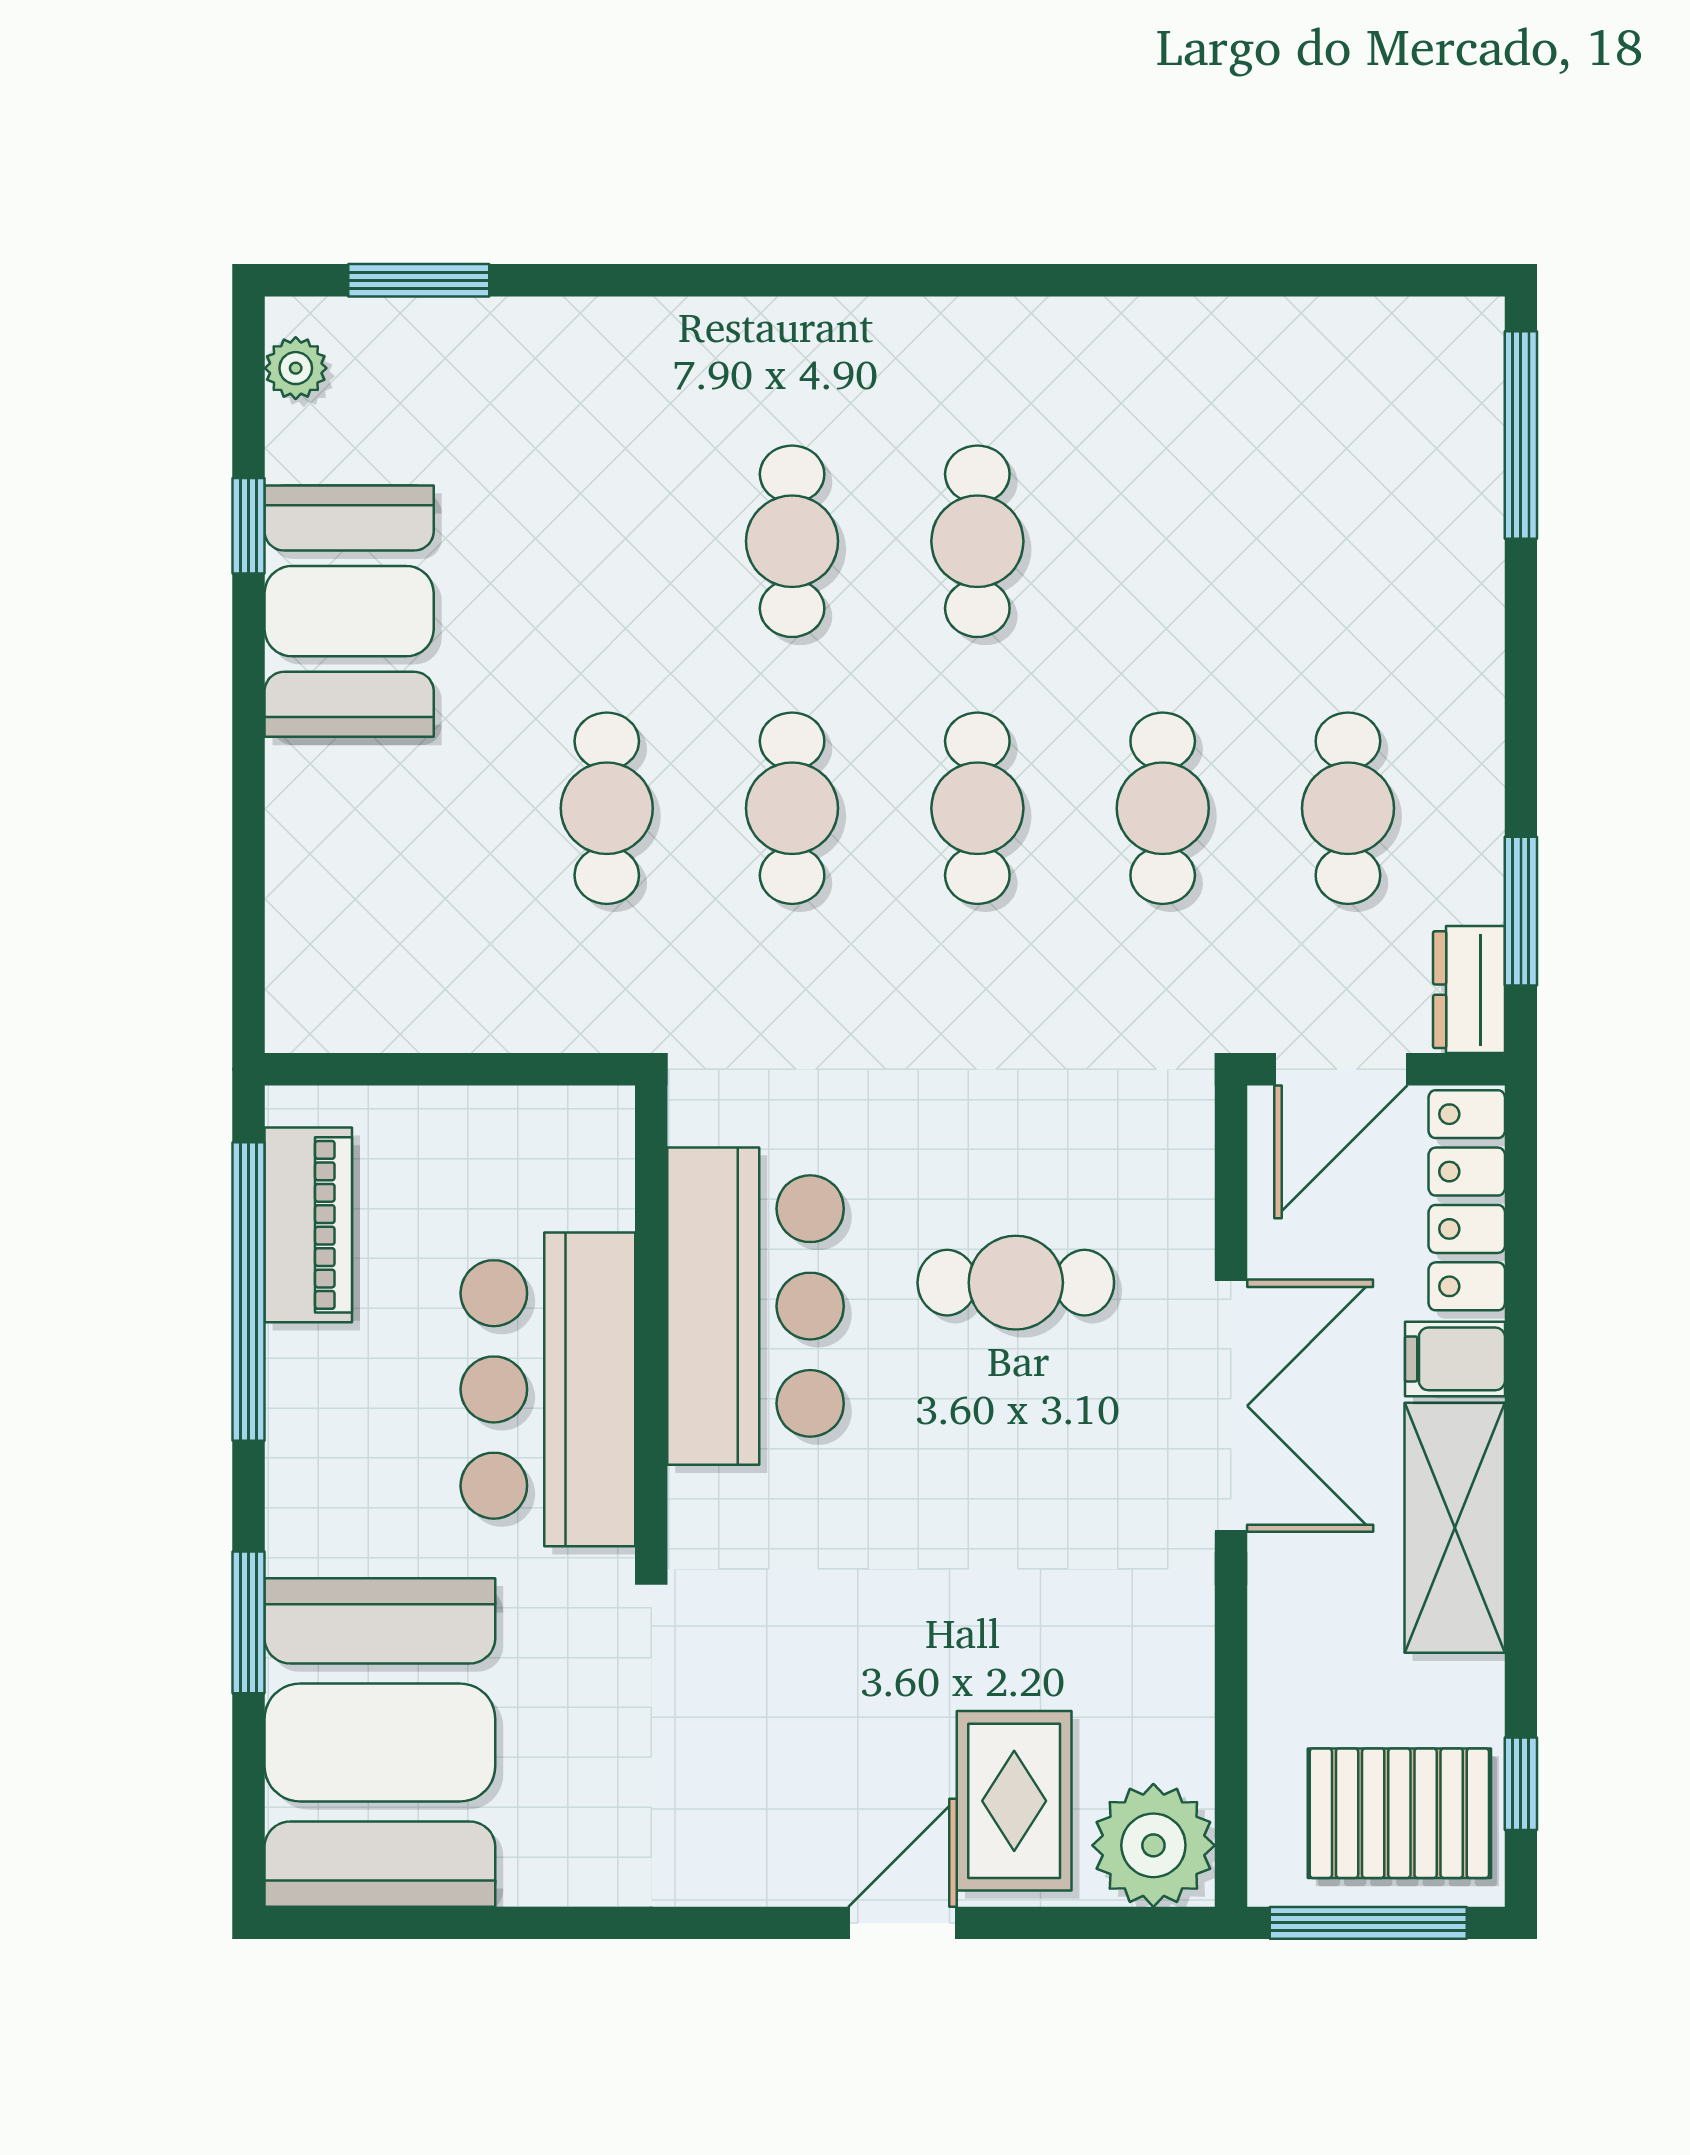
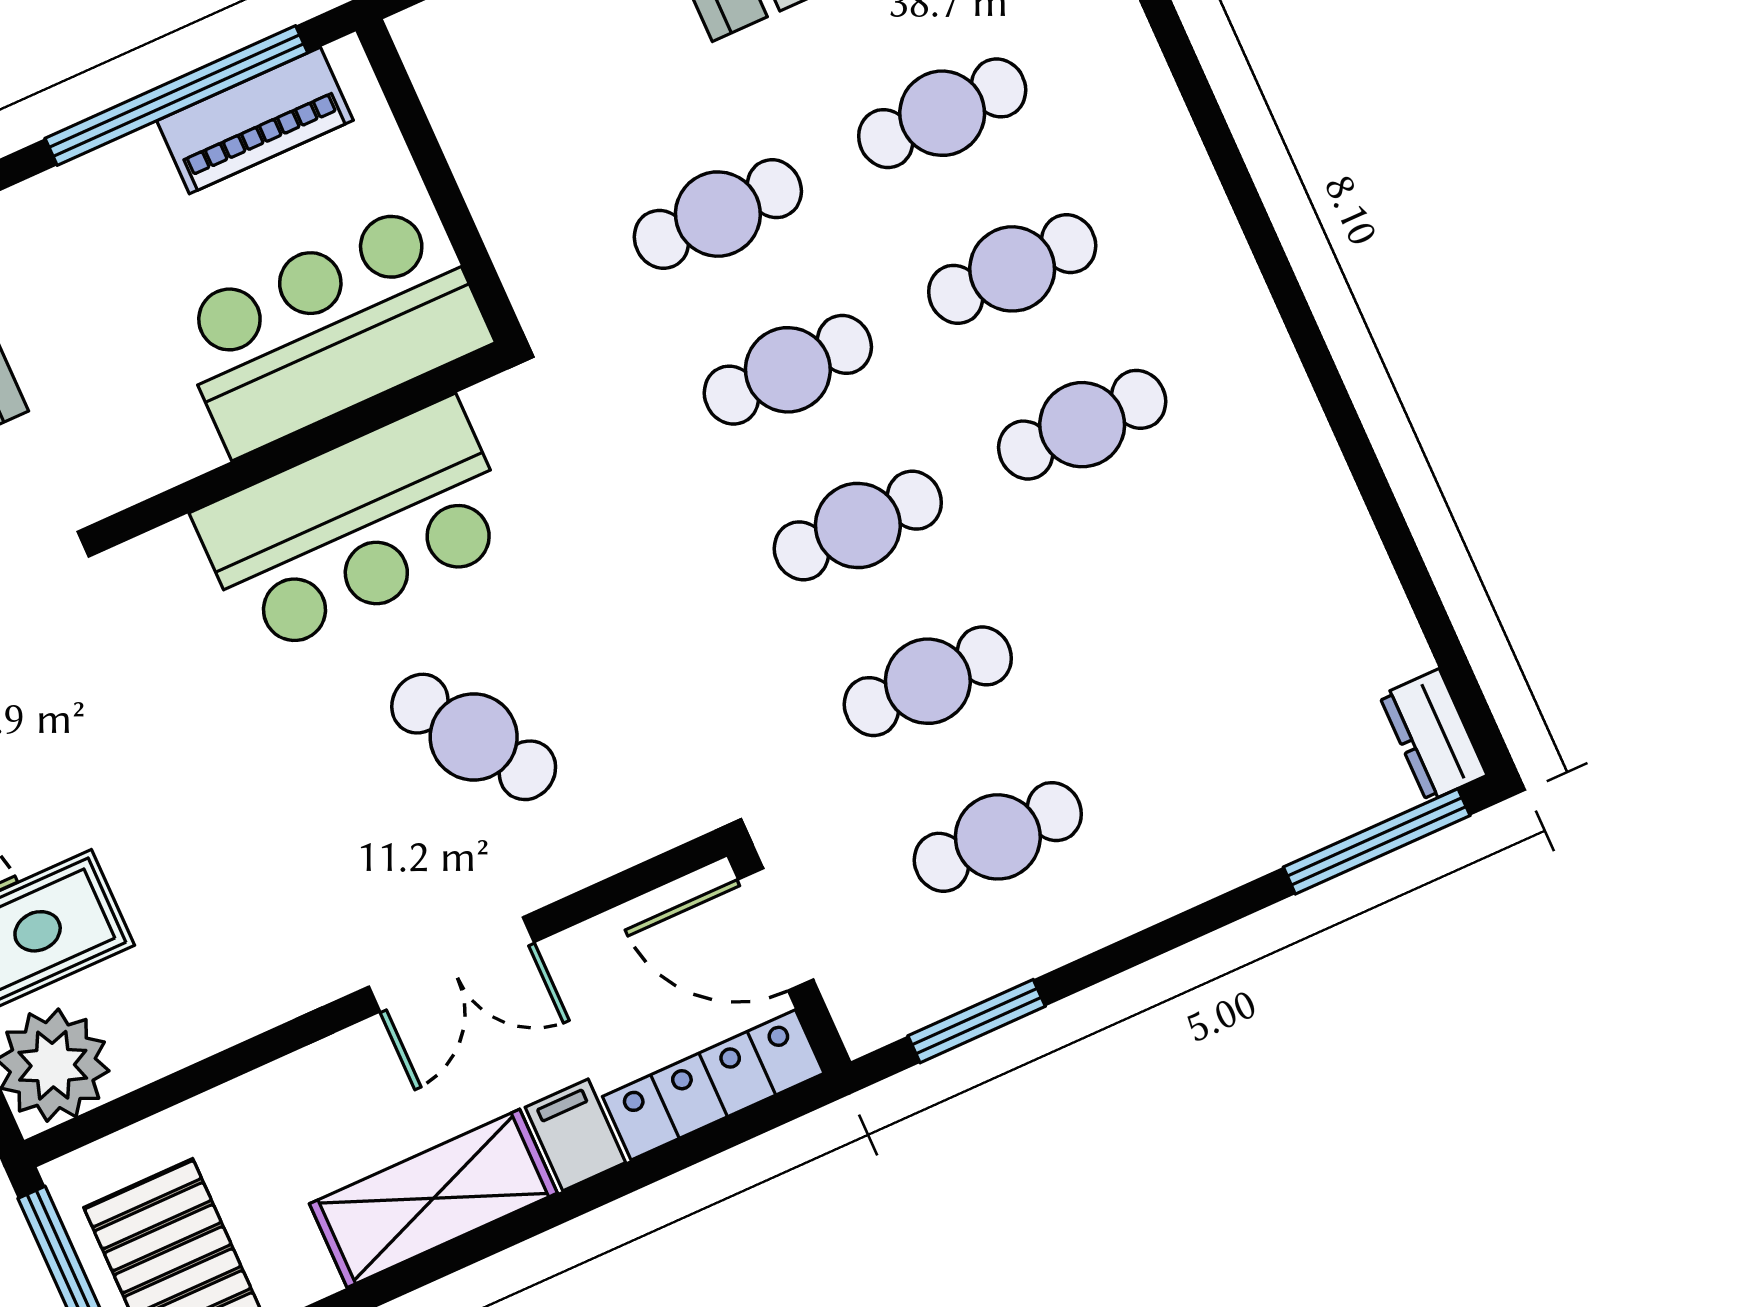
cafe table: (607, 541) -> (942, 113), added
dresser: (1469, 990) -> (1433, 735), moved, turned -90
cafe table: (1016, 1283) -> (474, 737), turned -34
bar counter: (548, 1389) -> (331, 329), moved
double door: (1231, 1406) -> (451, 964), width x0.73

